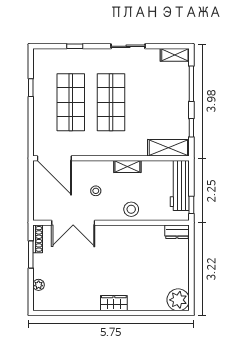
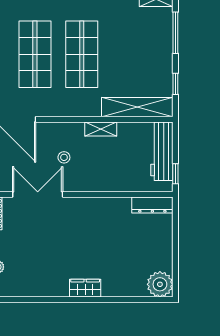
shelving: (168, 148) -> (137, 107), width x1.47
stool: (131, 209) -> (105, 179), removed
double door: (73, 223) -> (38, 194), swing flipped
dresser: (177, 232) -> (152, 205), width x1.44

